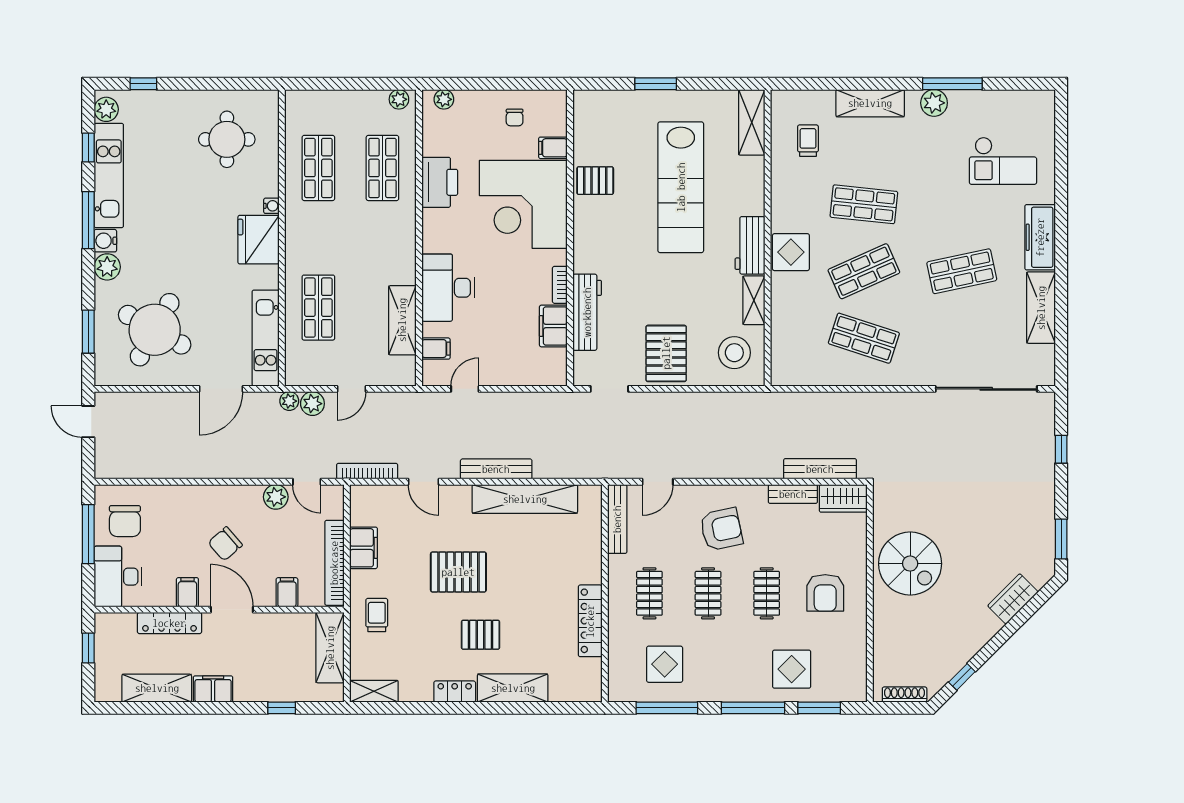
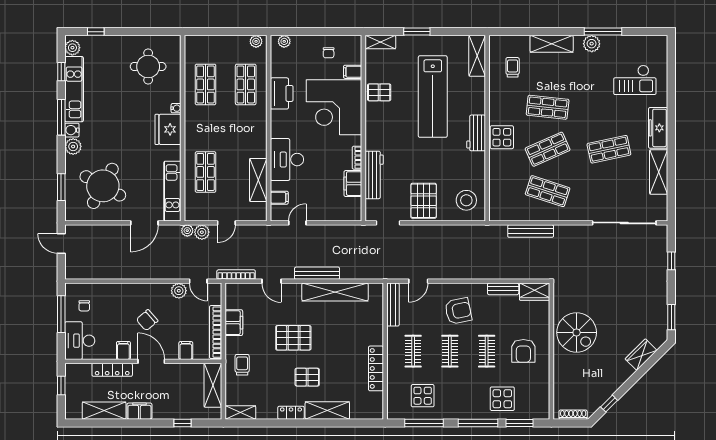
shelving: (754, 300) -> (380, 42), moved, turned 90
bench: (820, 469) -> (531, 231), moved
chair: (125, 521) -> (84, 306), width x0.54, depth x0.54

